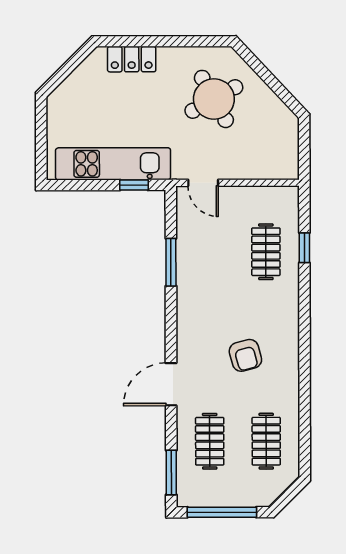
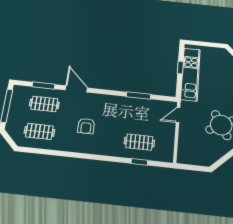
window: (134, 185) -> (180, 68), moved
armchair: (245, 355) -> (86, 126), turned -75
window: (171, 473) -> (44, 85), moved

